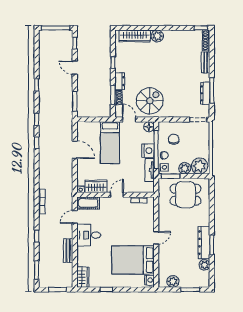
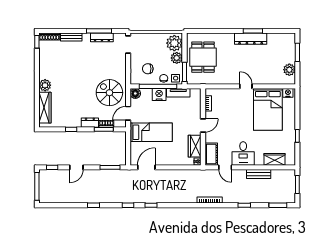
door: (75, 150) -> (146, 167), moved
door: (117, 195) -> (203, 125), swing flipped
plant: (204, 265) -> (273, 38), removed
wardrobe: (83, 277) -> (274, 159), moved

